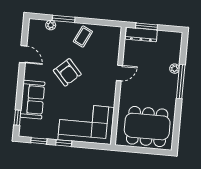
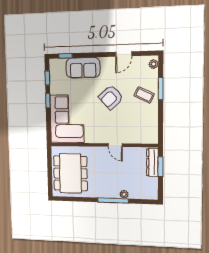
plant: (51, 25) -> (154, 64), moved
coffee table: (83, 37) -> (144, 95), moved

